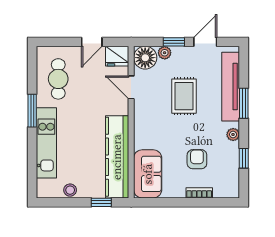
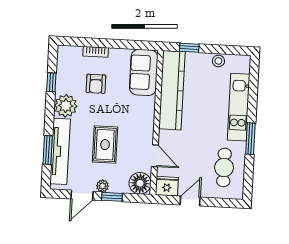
plant: (165, 53) -> (102, 186), moved
window: (244, 103) -> (48, 150), moved
plant: (233, 134) -> (66, 106), width x1.88, depth x1.88

